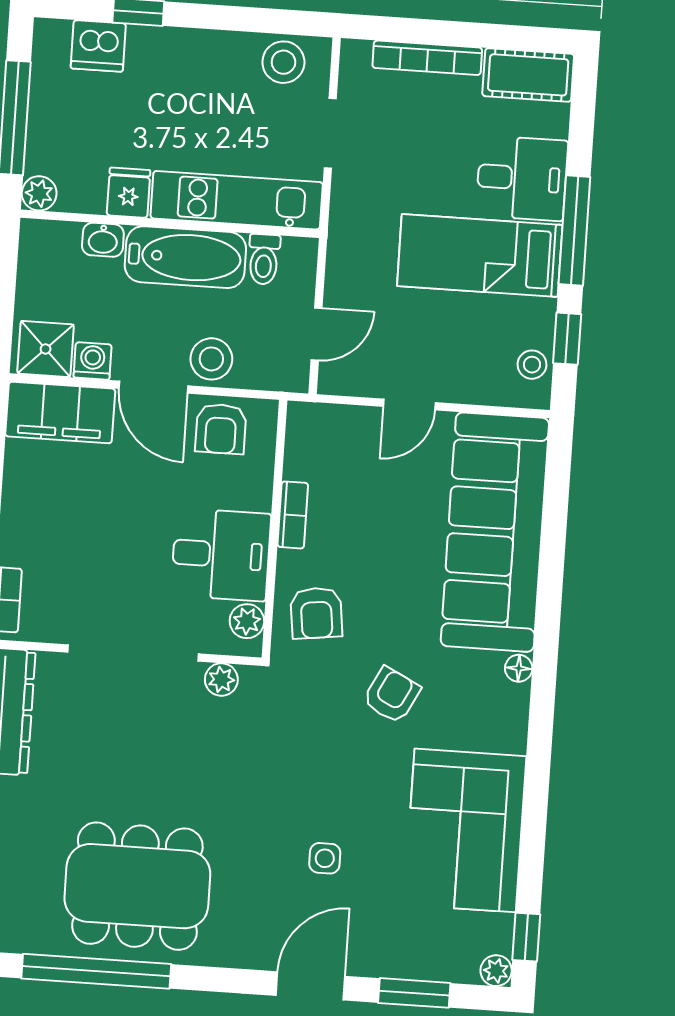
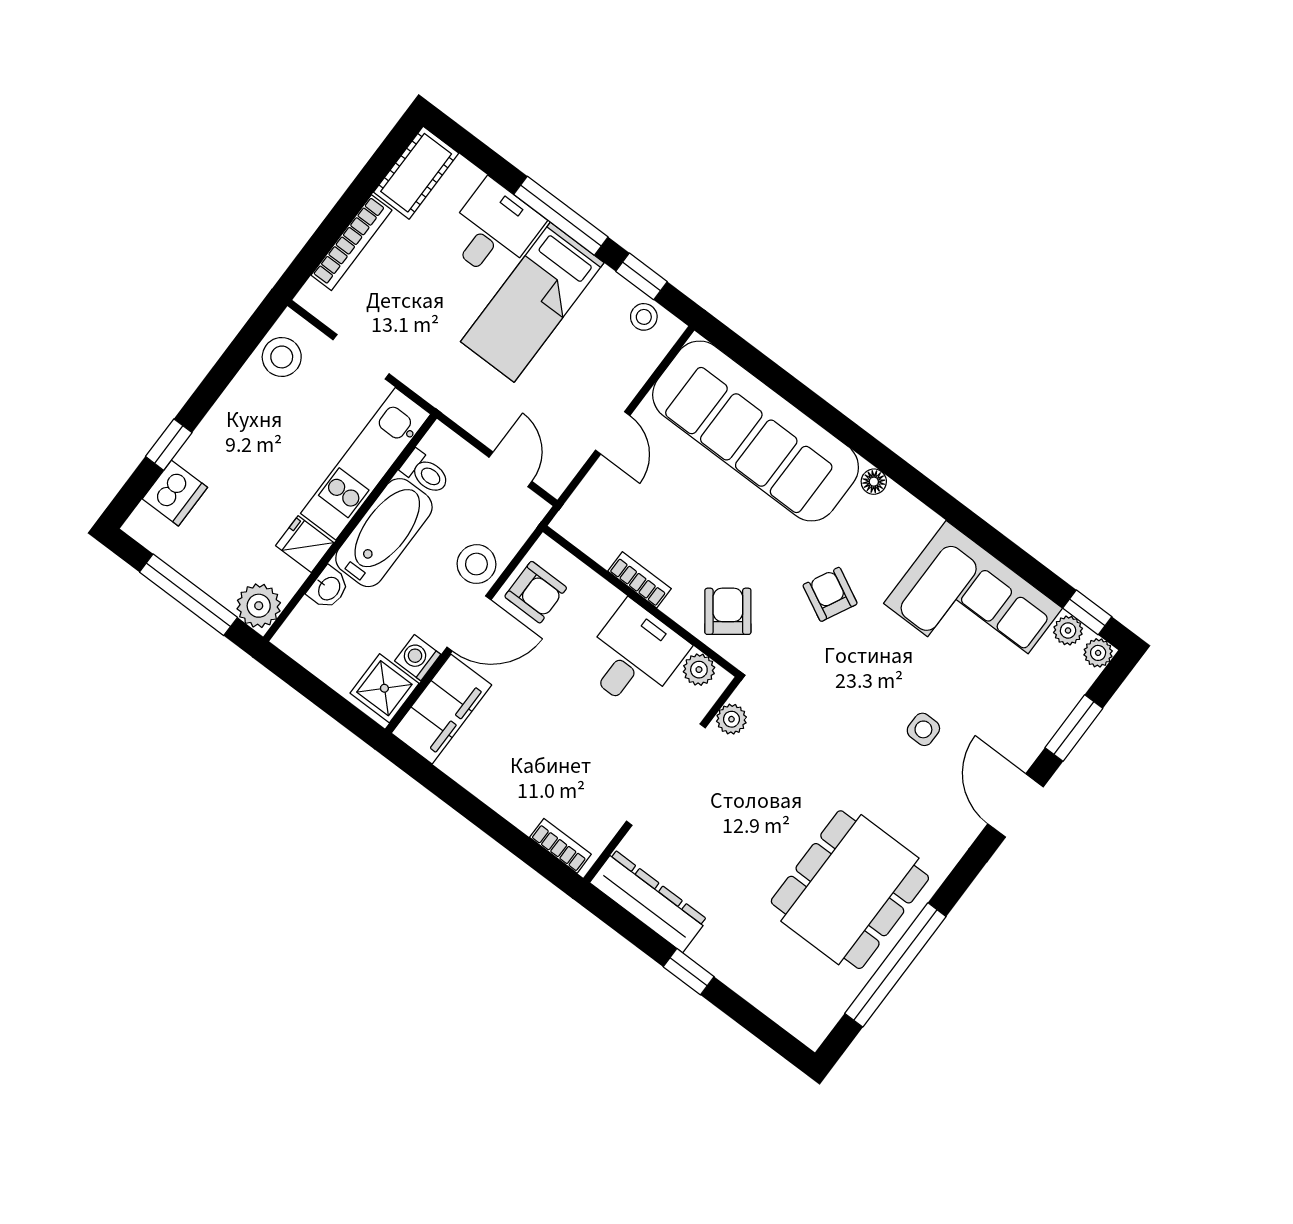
plant: (39, 193) -> (259, 606), width x1.38, depth x1.38
armchair: (316, 613) -> (728, 611), turned -120
plant: (499, 930) -> (1068, 631), added

